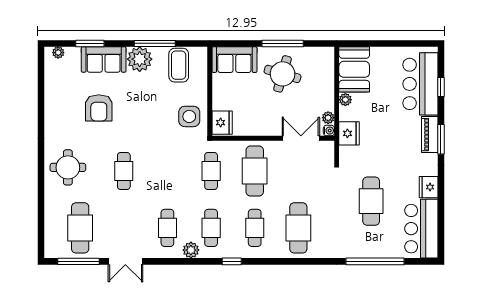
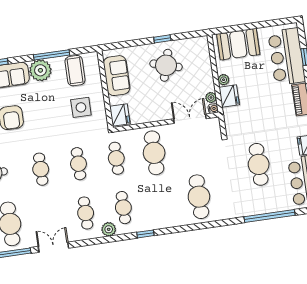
window: (283, 43) -> (162, 39), width x0.46
sofa: (234, 60) -> (117, 76), moved, turned -90
booth: (354, 69) -> (238, 44), moved, turned 90
side table: (189, 116) -> (81, 107), moved
fridge: (349, 133) -> (229, 96), moved
cafe table: (255, 228) -> (78, 164), moved
double door: (125, 261) -> (53, 247), swing flipped

